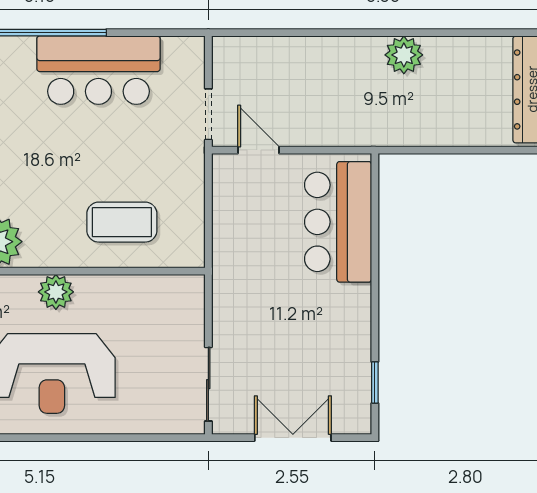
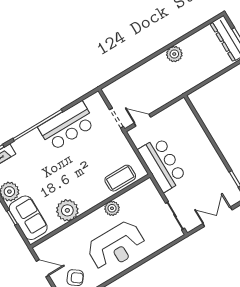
coffee table: (122, 222) -> (120, 178), moved
bar counter: (338, 222) -> (162, 164), moved, turned 180
plant: (56, 292) -> (112, 208), moved

